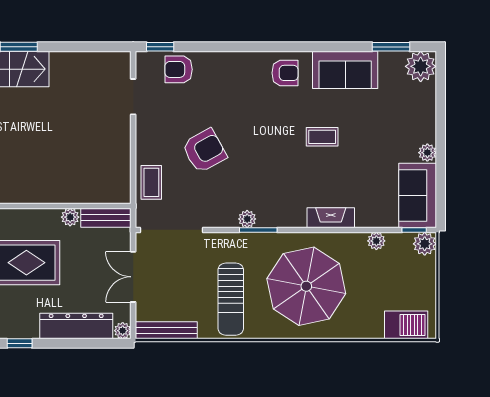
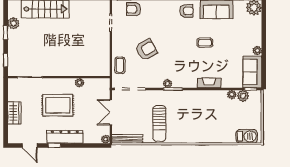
bench: (106, 218) -> (97, 83), removed
plant: (425, 244) -> (243, 96), moved
parasol: (306, 286) -> (197, 117), removed
dresser: (76, 326) -> (65, 137), moved

